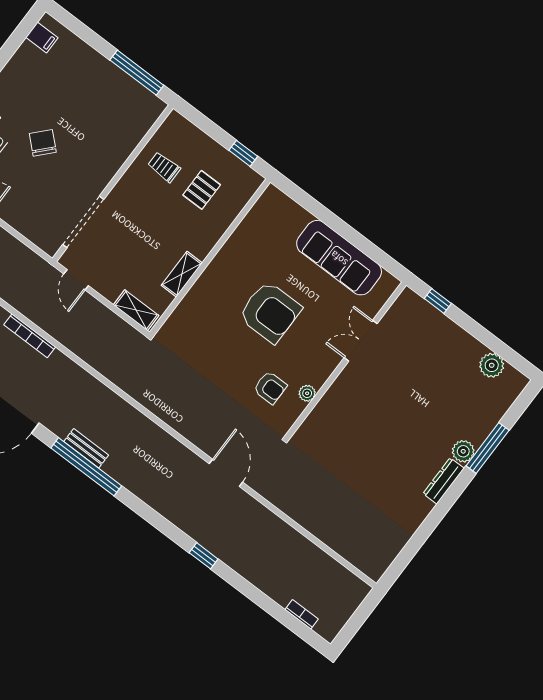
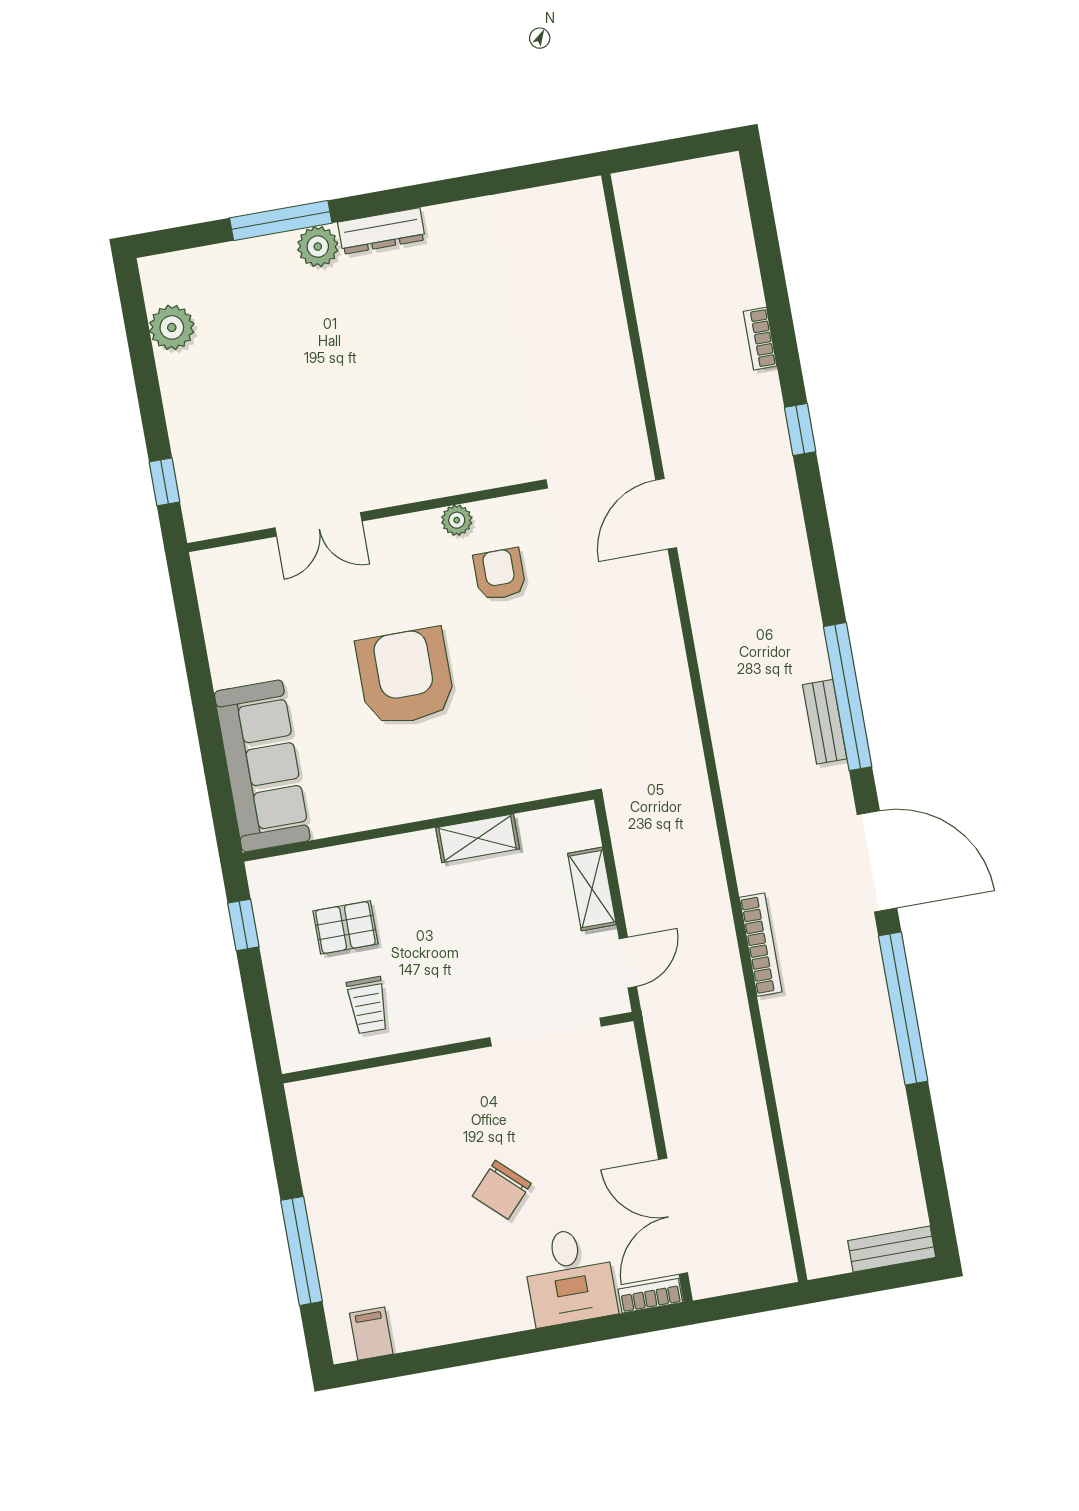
window: (137, 73) -> (301, 1251), moved
sofa: (339, 258) -> (262, 766), moved
shelving: (136, 310) -> (592, 889), moved
bookcase: (302, 614) -> (760, 339), moved

